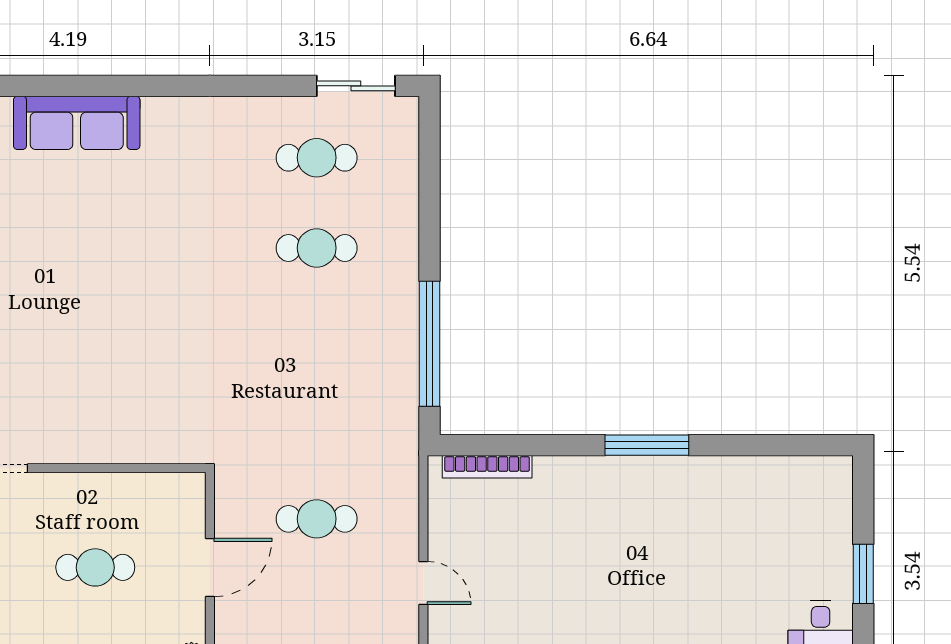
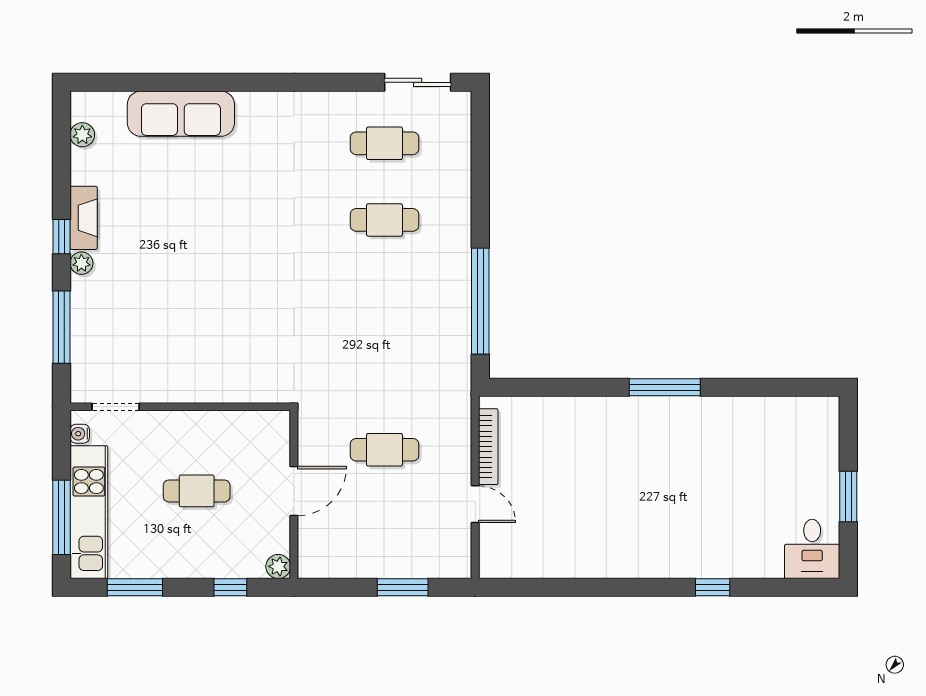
bookcase: (487, 467) -> (488, 447), moved, turned -90

